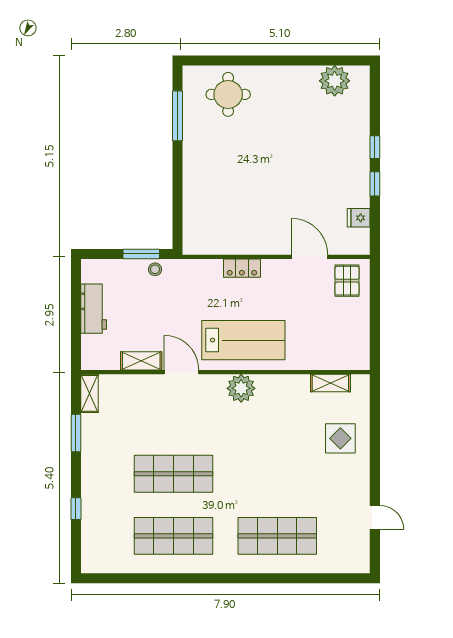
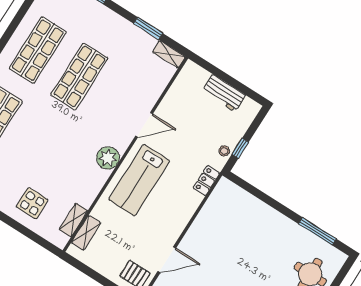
window: (141, 254) -> (240, 148), width x0.67
locker: (242, 268) -> (206, 181), moved
shelving: (141, 361) -> (86, 233), moved

